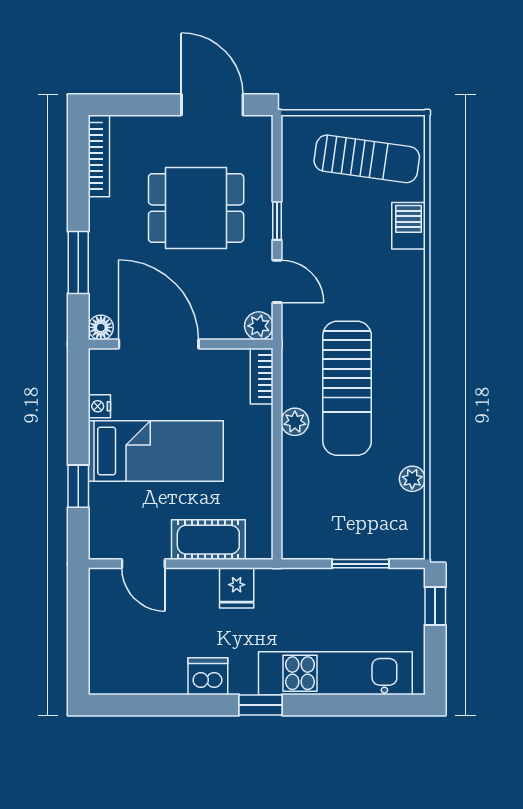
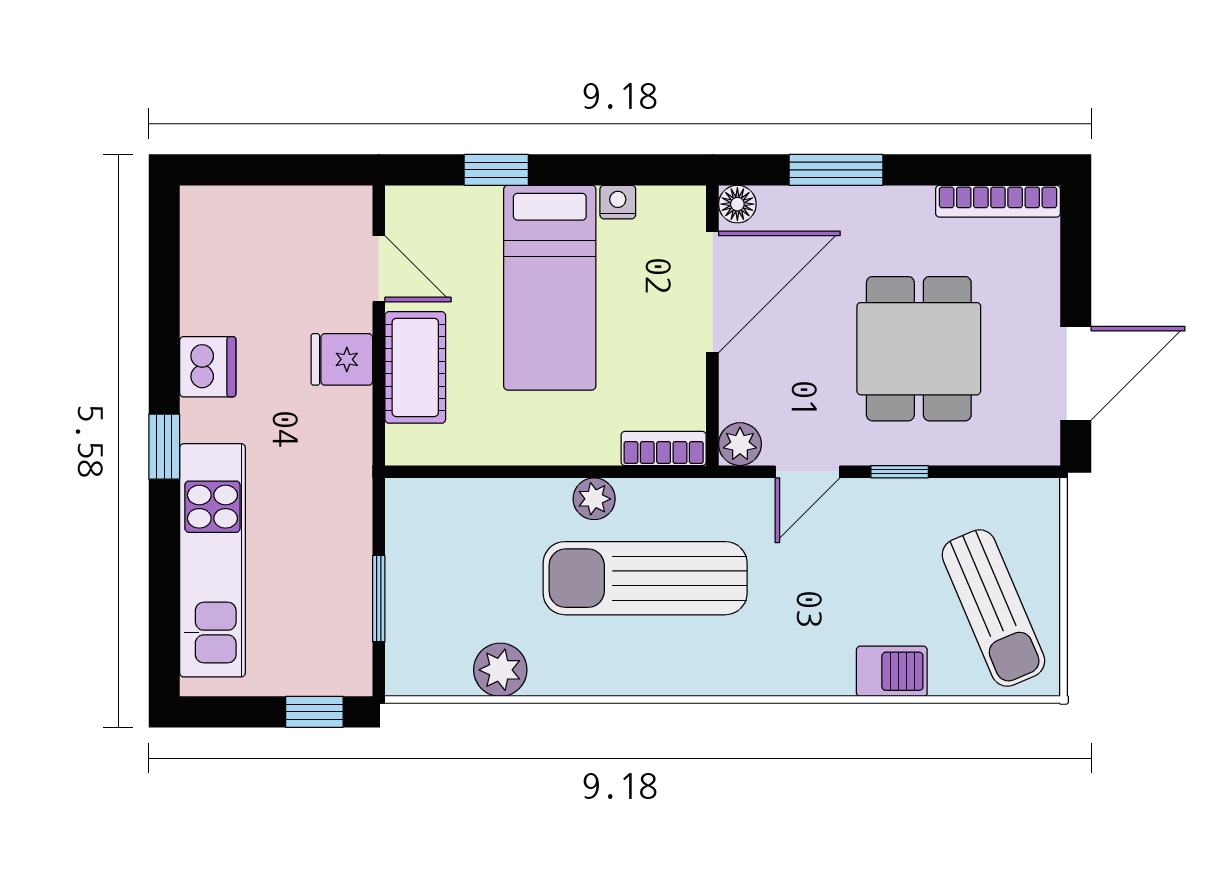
sun lounger: (367, 159) -> (993, 608), turned -31
plant: (412, 479) -> (500, 670), width x1.38, depth x1.38
door: (143, 564) -> (379, 269), swing flipped
fridge: (237, 588) -> (342, 359), moved

